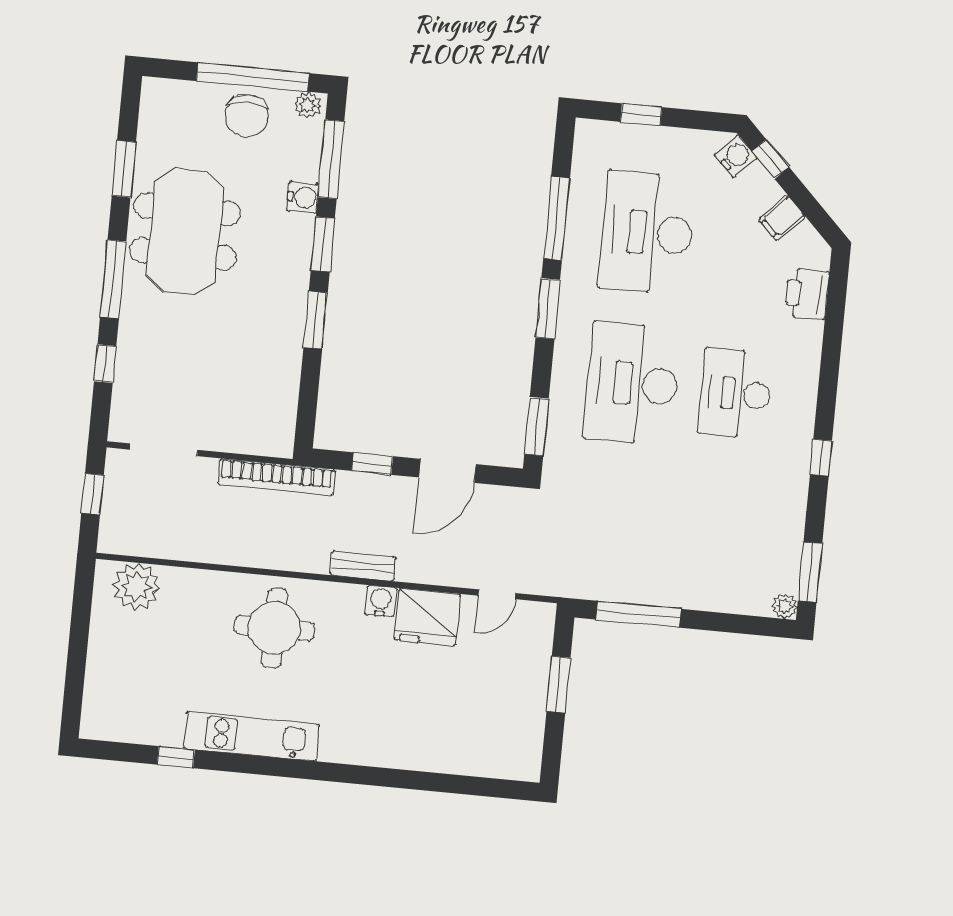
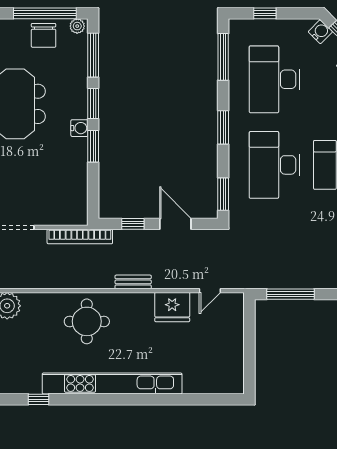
water cooler: (303, 197) -> (79, 128), moved
window: (557, 218) -> (223, 57), moved
door: (447, 471) -> (175, 224), swing flipped
water cooler: (381, 601) -> (145, 301), removed
window: (559, 684) -> (249, 338), removed
kitchen unit: (252, 736) -> (112, 383), width x1.86

